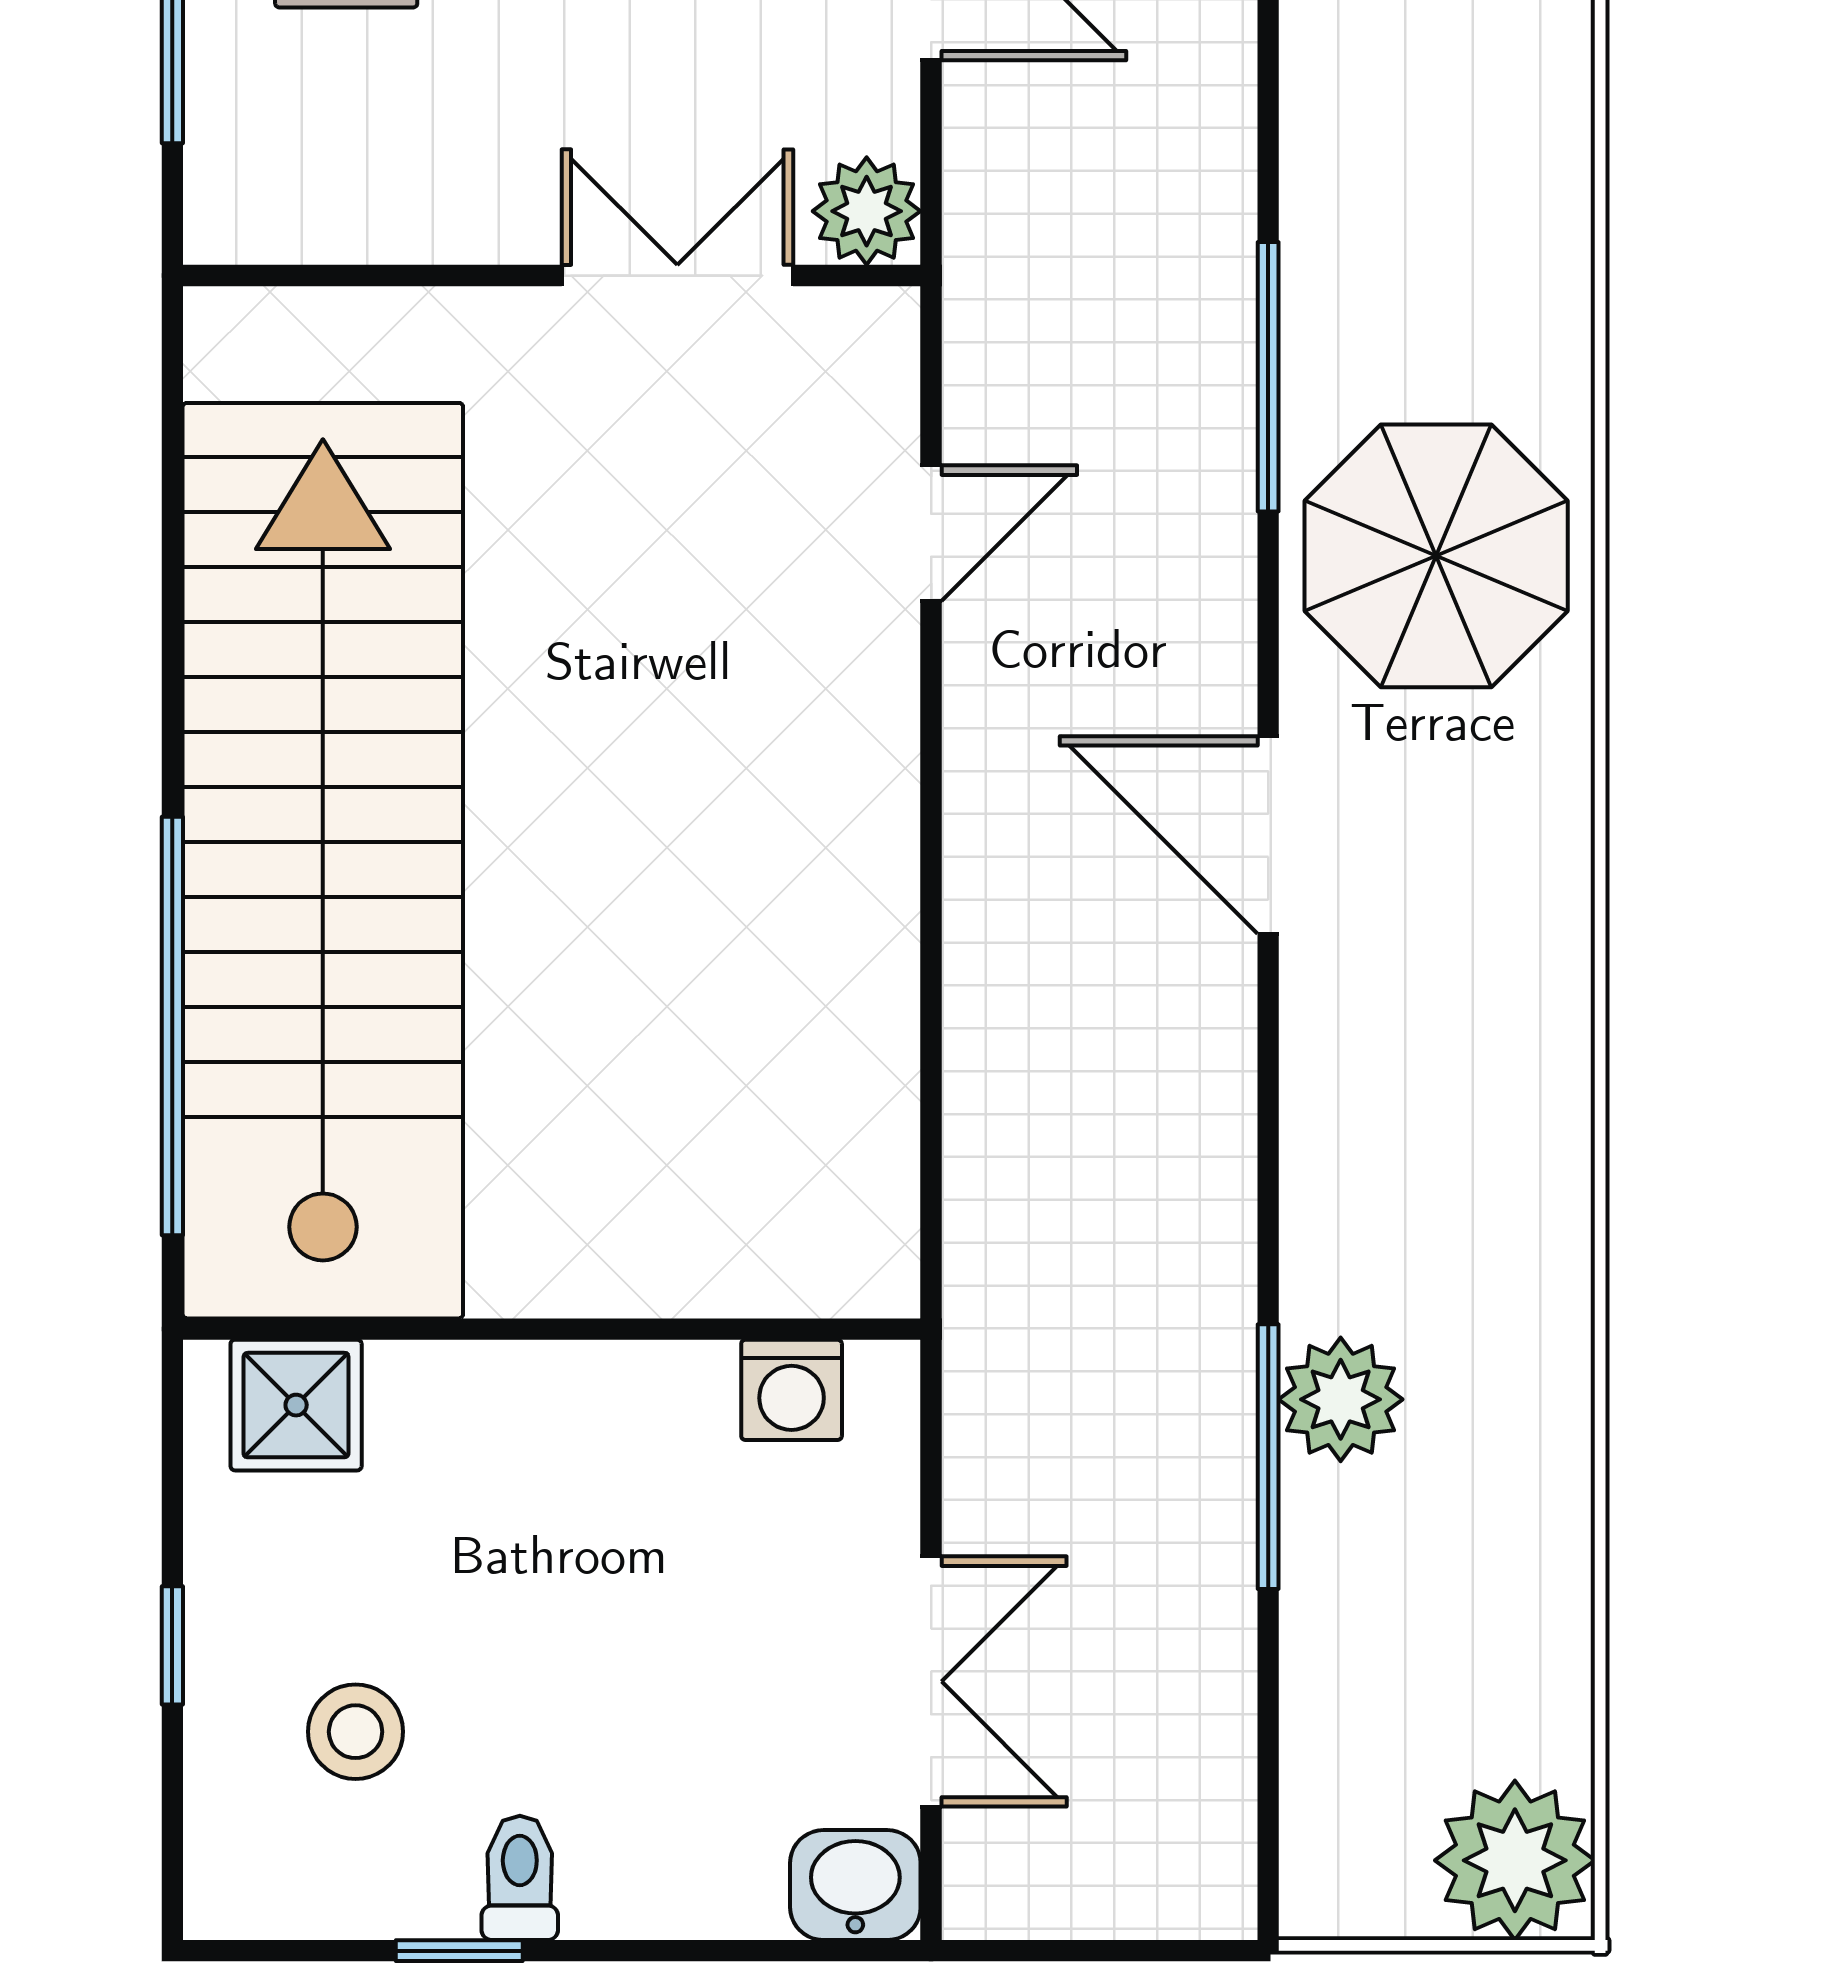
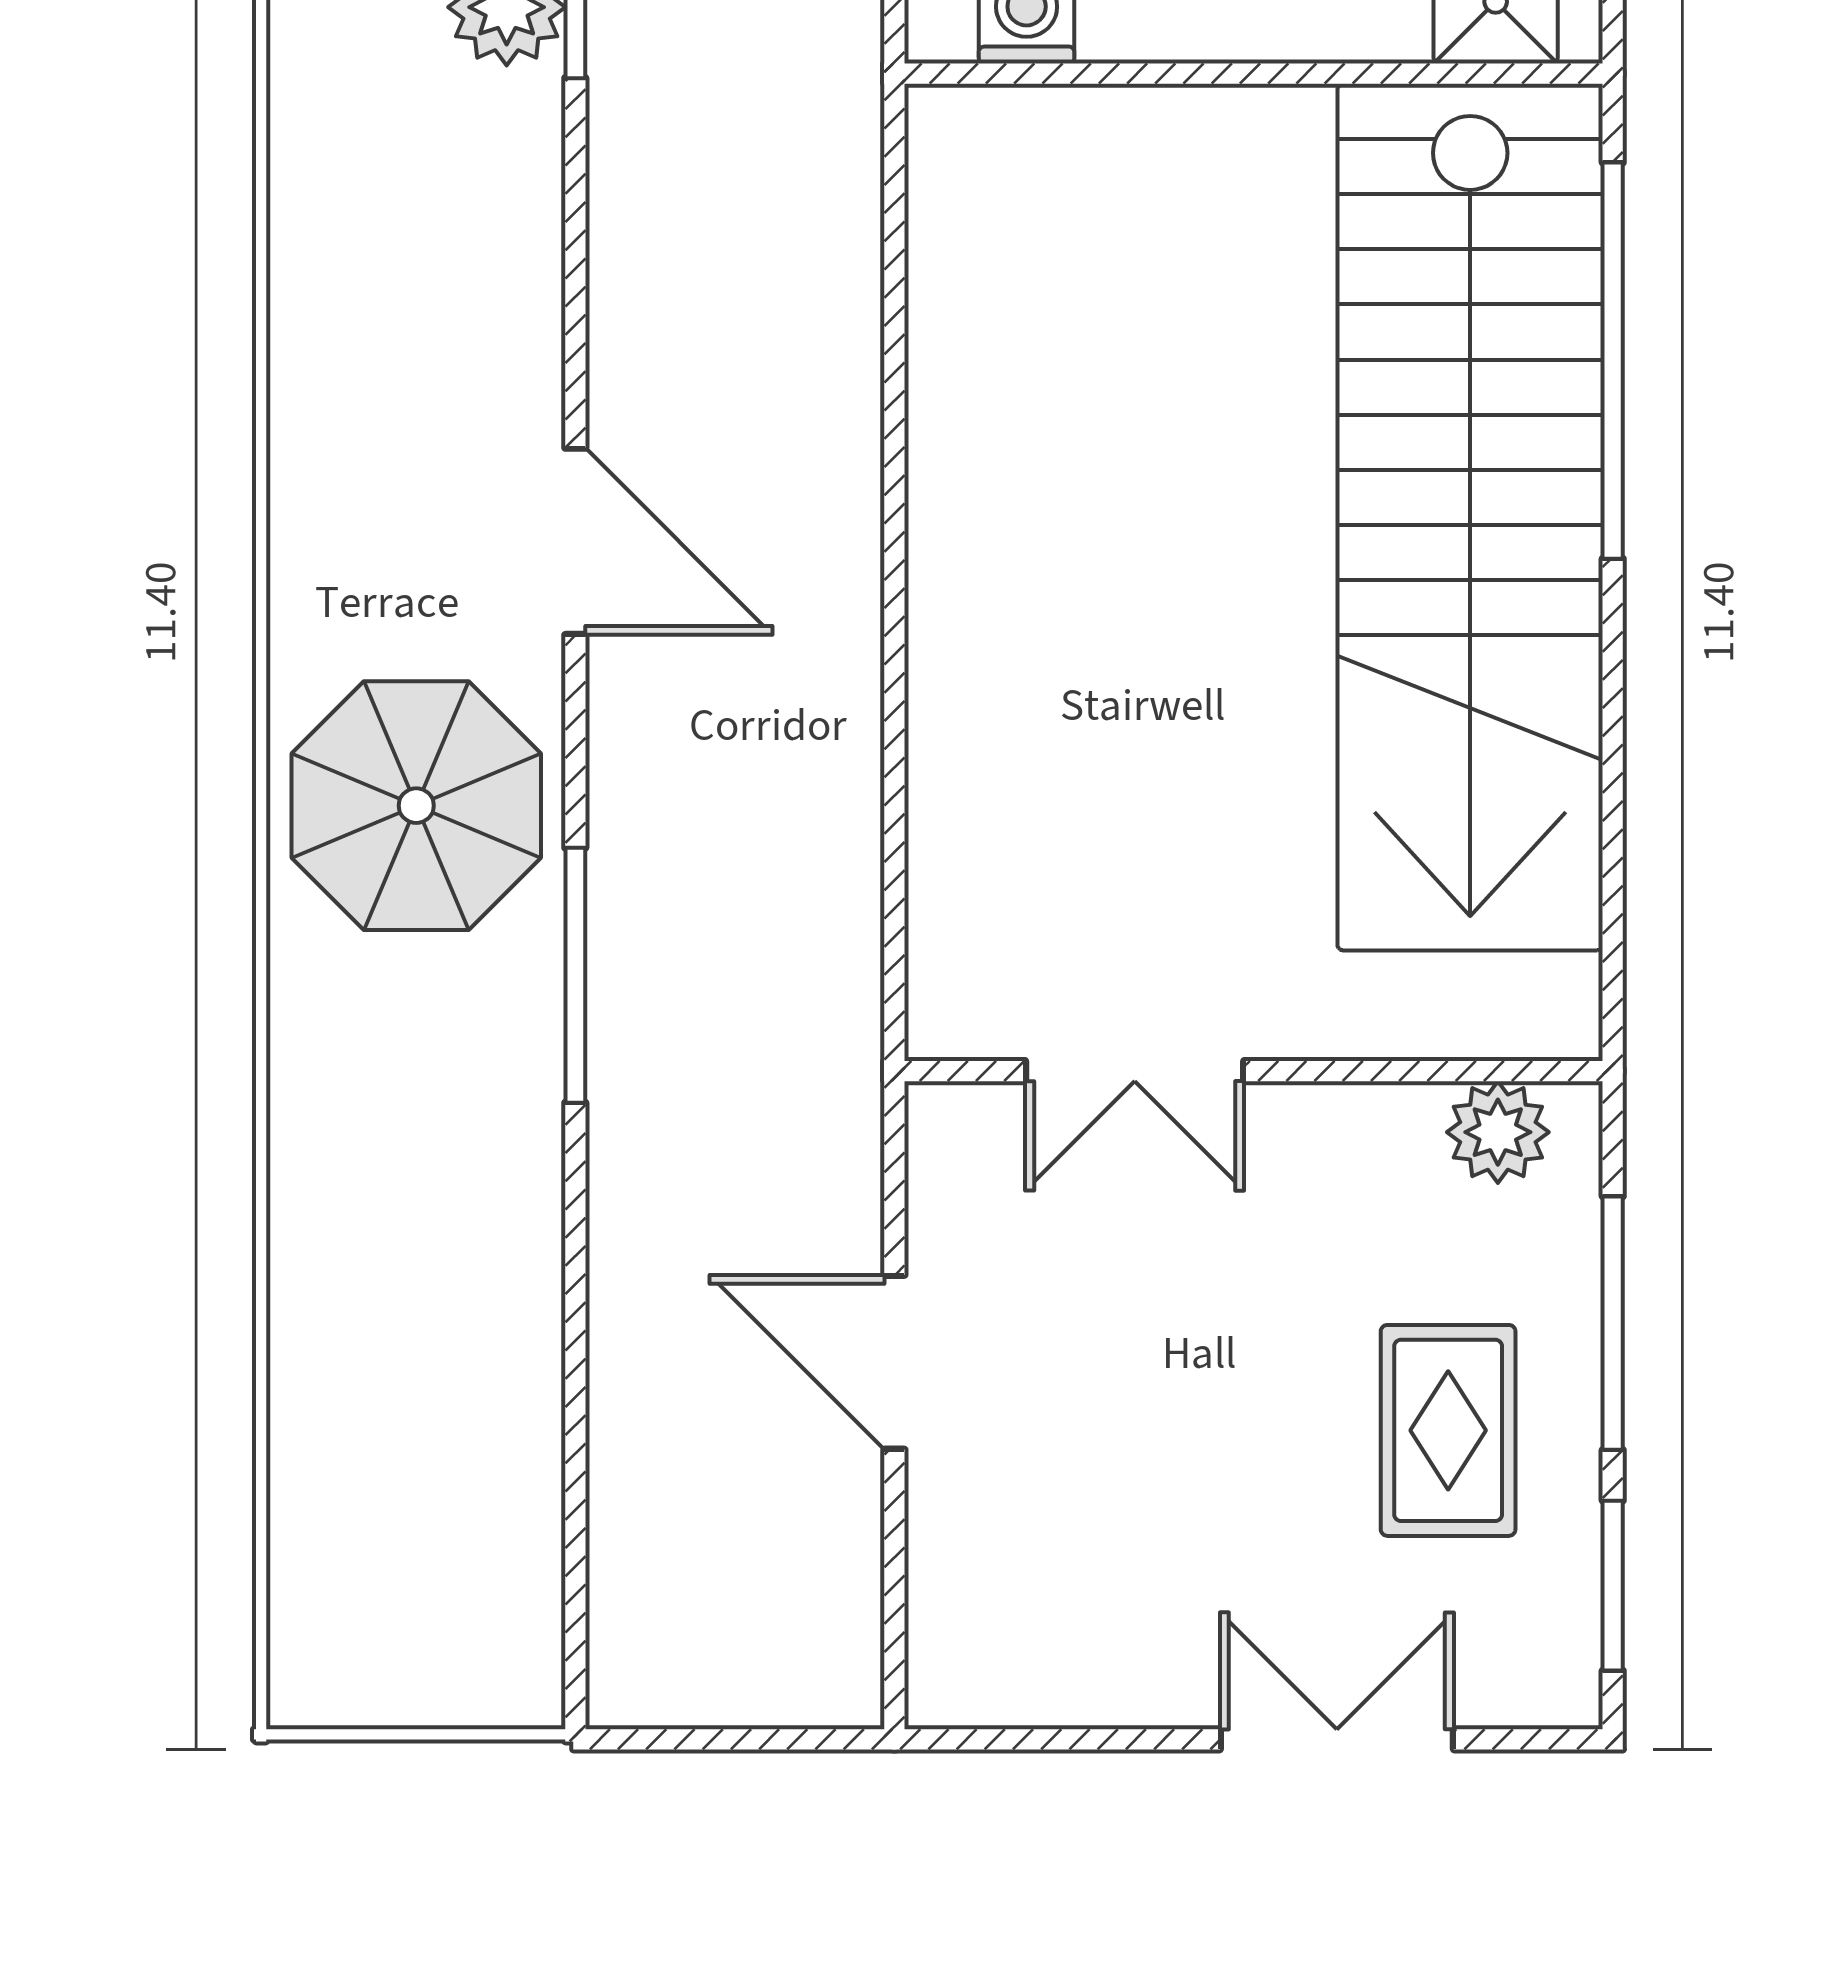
plant: (867, 211) -> (1498, 1132), moved
door: (931, 533) -> (894, 827), removed

